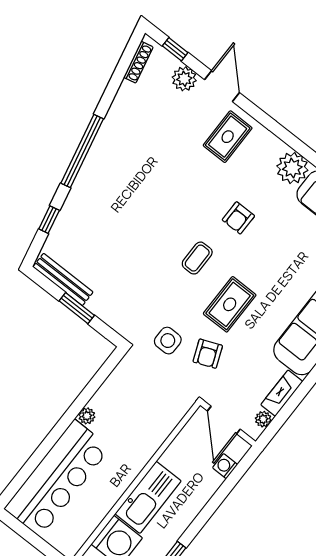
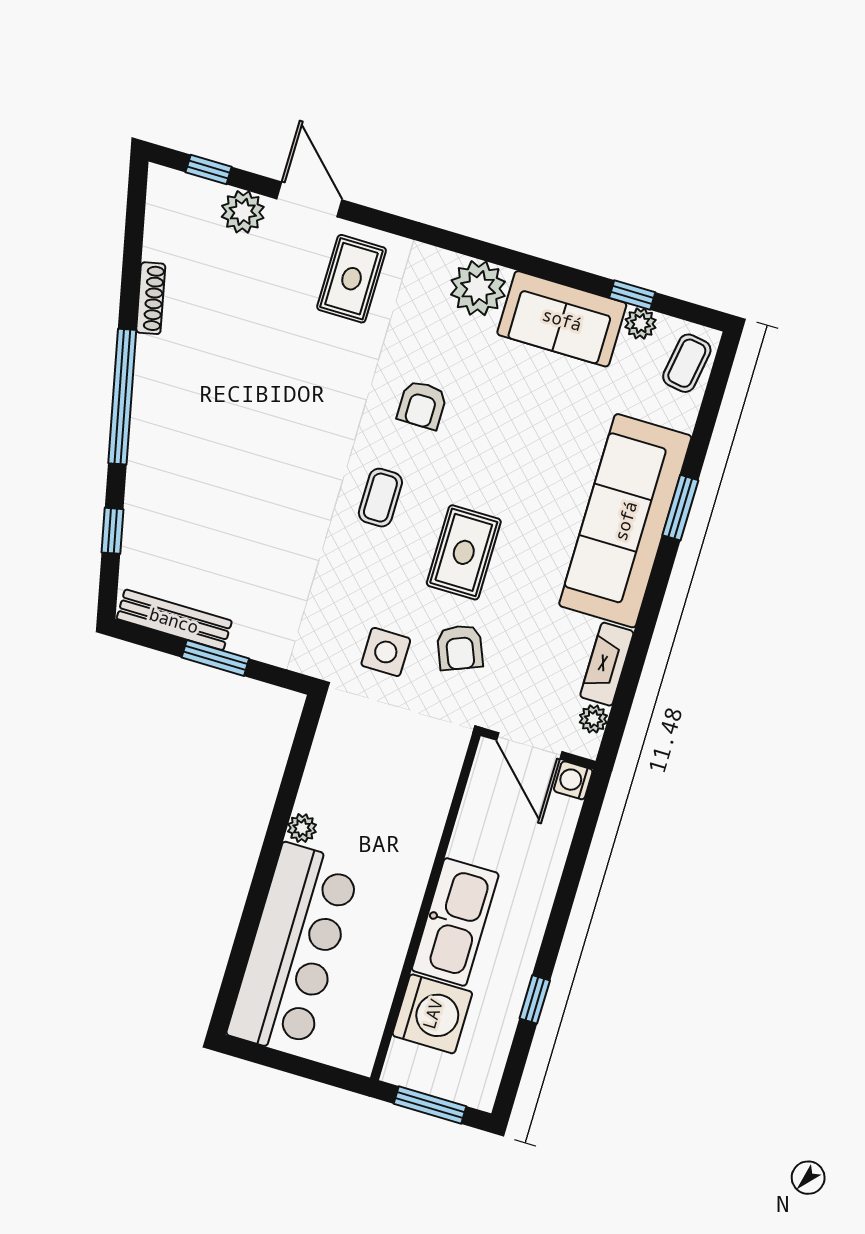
shoe rack: (138, 62) -> (151, 298), moved
washing machine: (225, 466) -> (573, 780), moved

